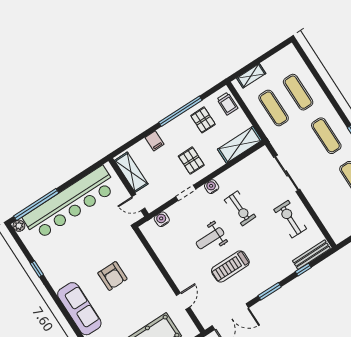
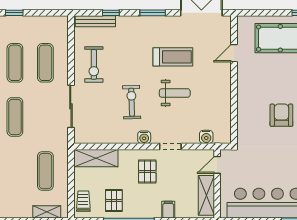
exercise mat: (298, 92) -> (45, 63), moved
door: (138, 202) -> (217, 165), swing flipped

